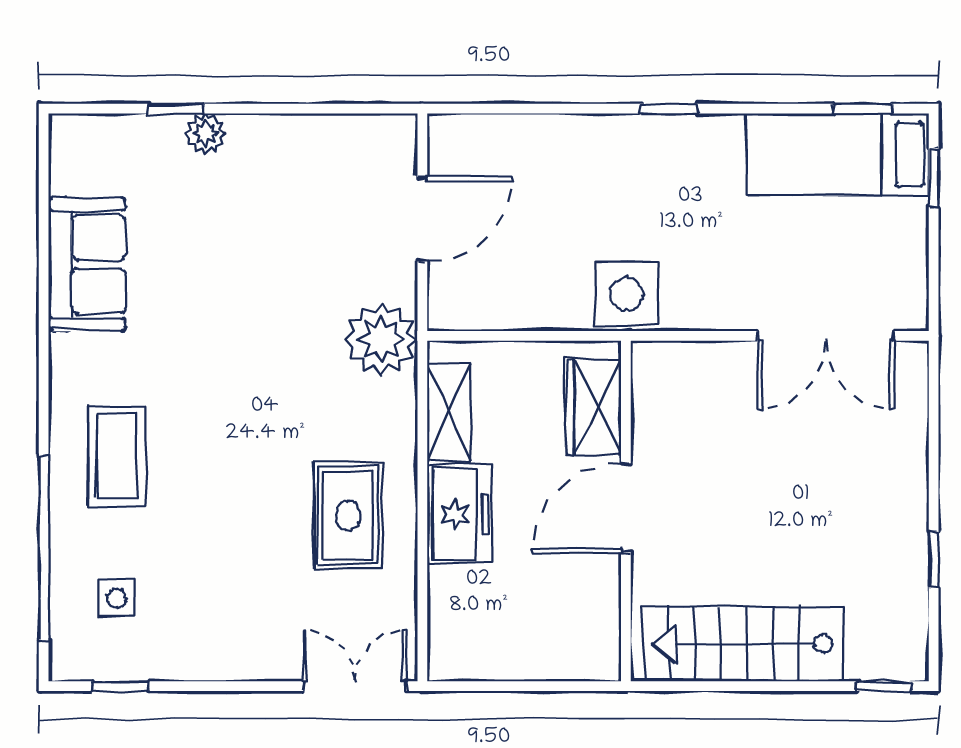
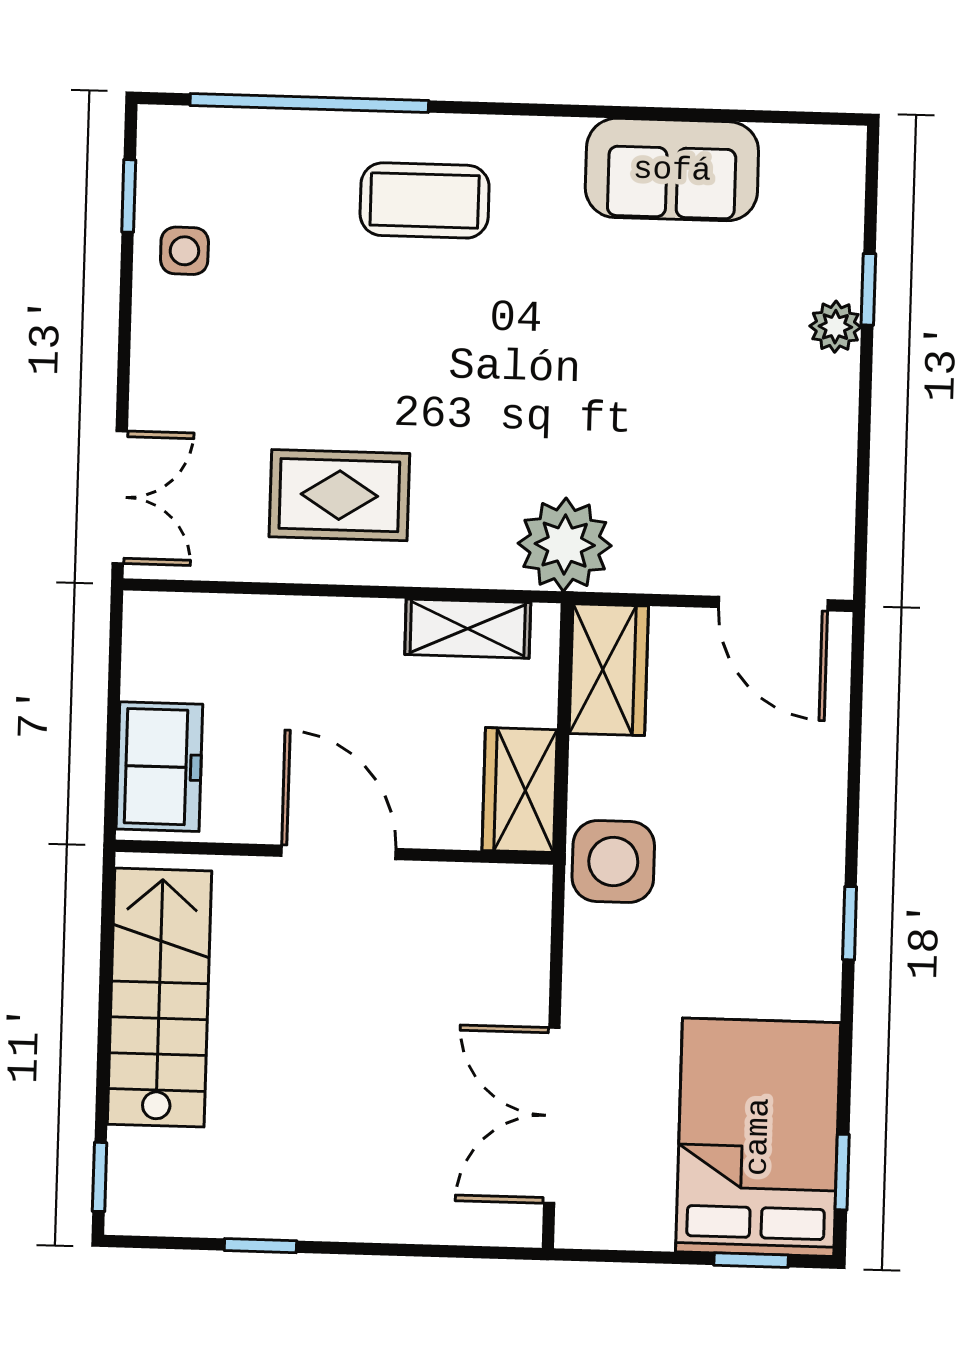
bed: (838, 154) -> (758, 1137), width x1.50
door: (422, 219) -> (773, 604), moved
wardrobe: (478, 302) -> (609, 670), added
wardrobe: (593, 407) -> (520, 790), moved, turned -90
freezer: (459, 514) -> (159, 767), moved, turned -90
side table: (116, 598) -> (184, 251), moved

